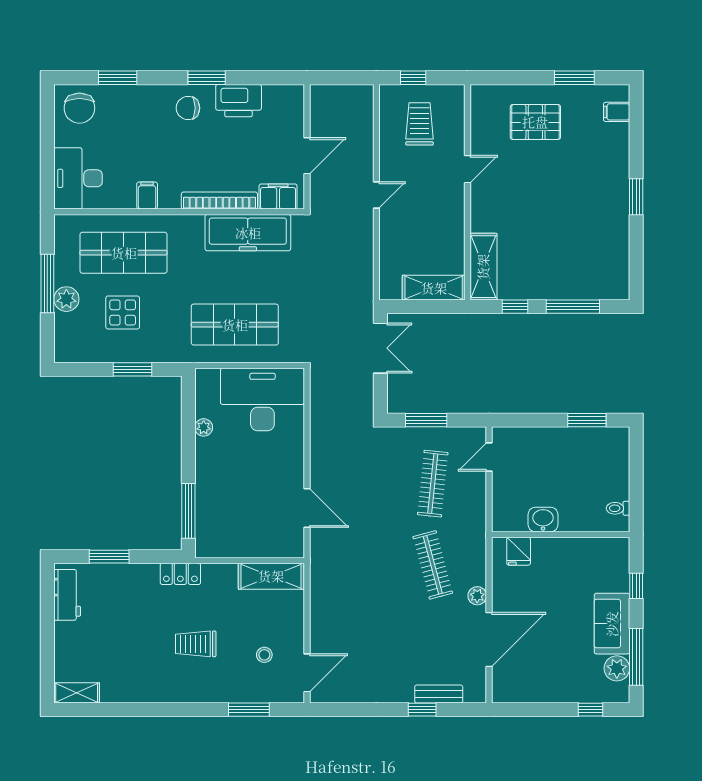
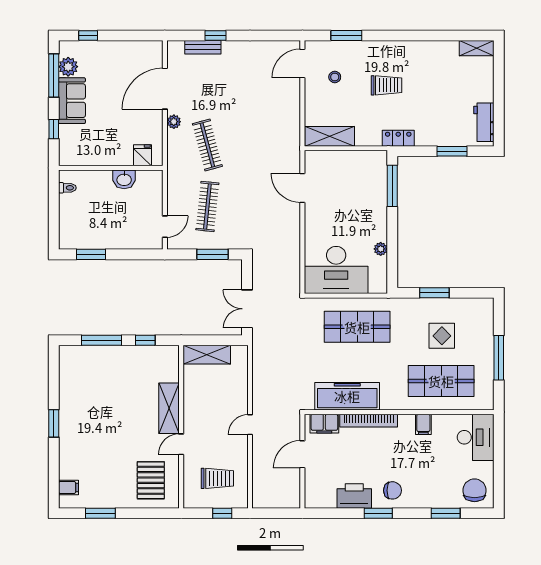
pallet: (535, 122) -> (151, 480), moved, turned 90
trolley: (419, 124) -> (217, 478), turned -90
shelving: (483, 267) -> (169, 408), moved
plant: (66, 299) -> (484, 346), removed

